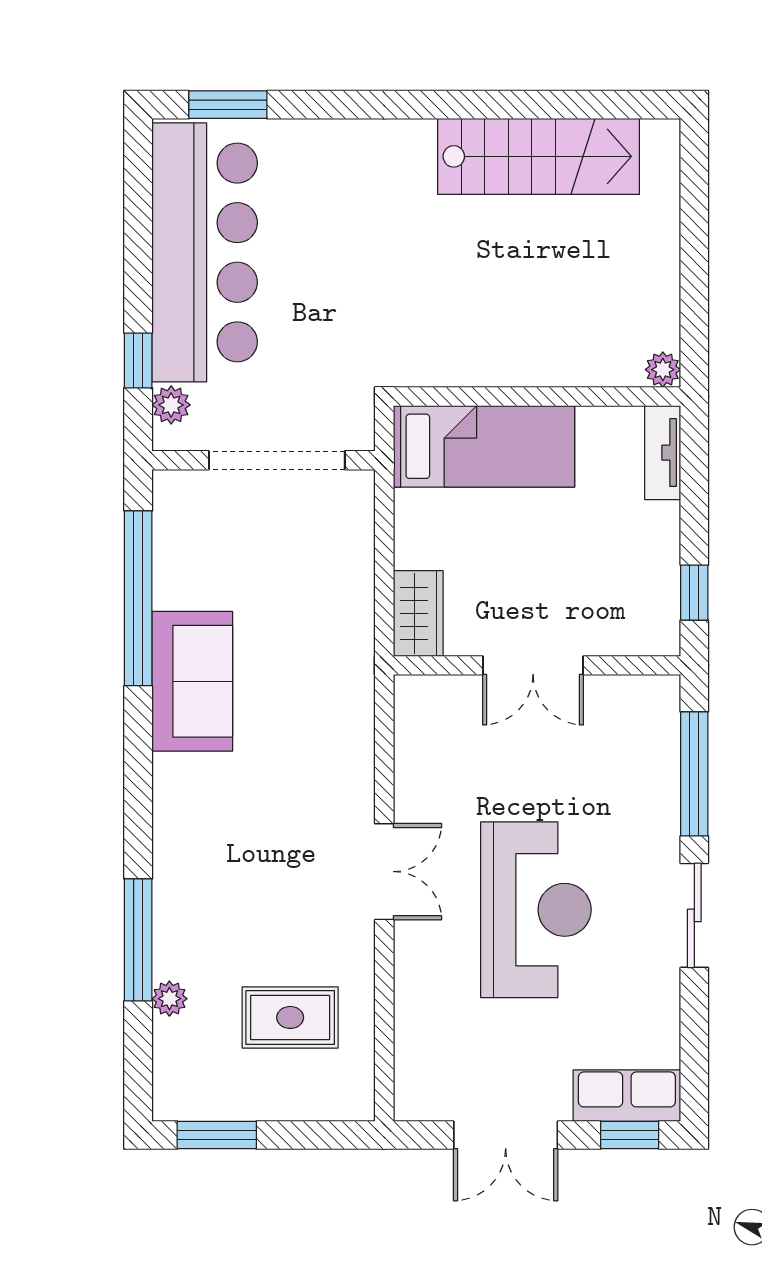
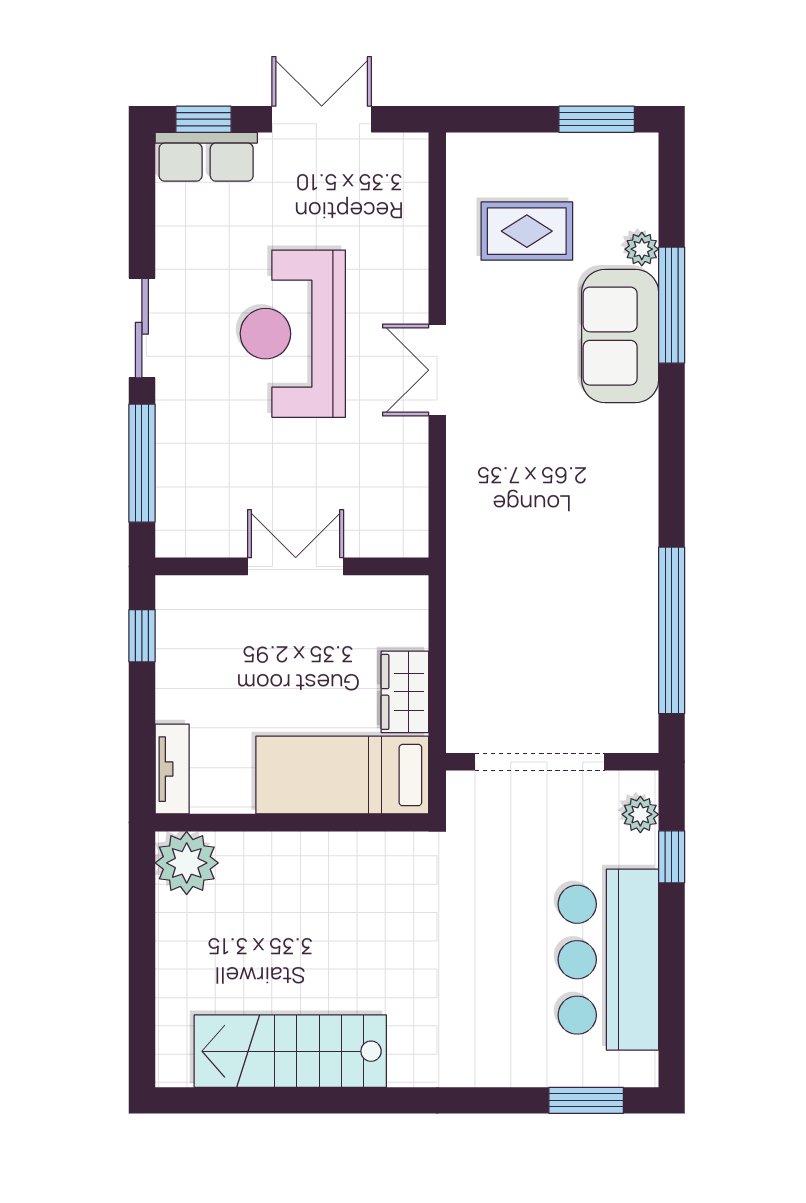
bar counter: (205, 252) -> (608, 960), width x0.73
plant: (663, 370) -> (187, 863), width x1.88, depth x1.88
wardrobe: (418, 613) -> (405, 692), moved
sofa: (192, 681) -> (620, 336), moved

